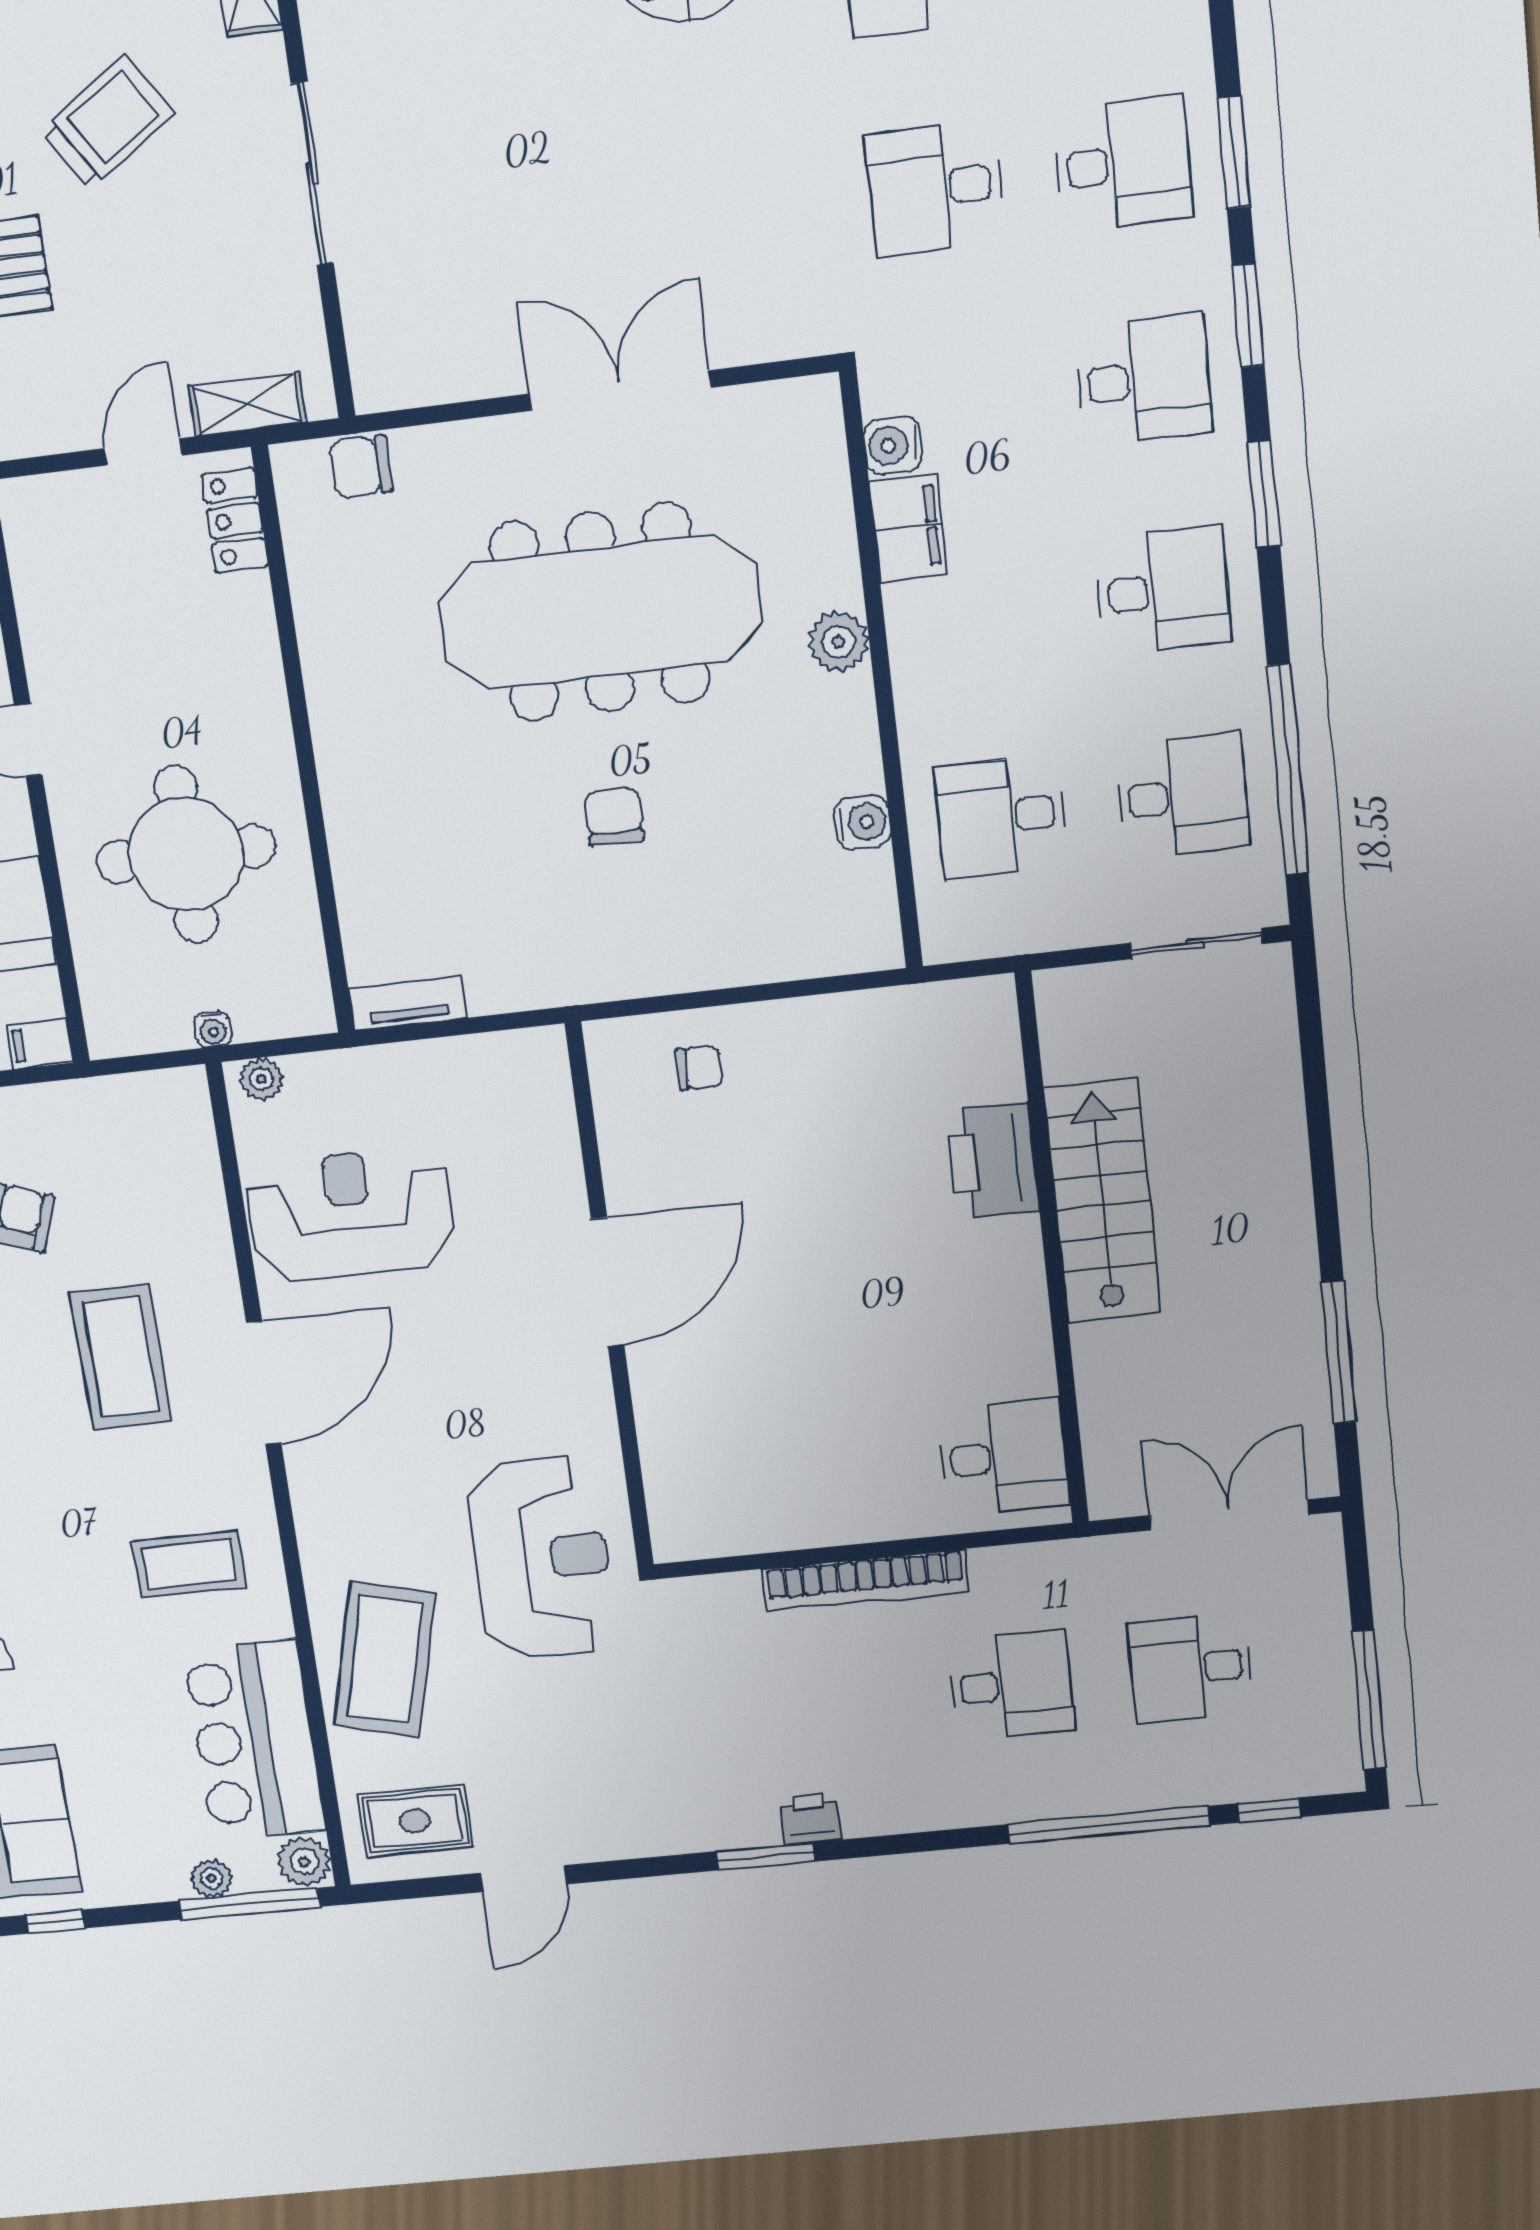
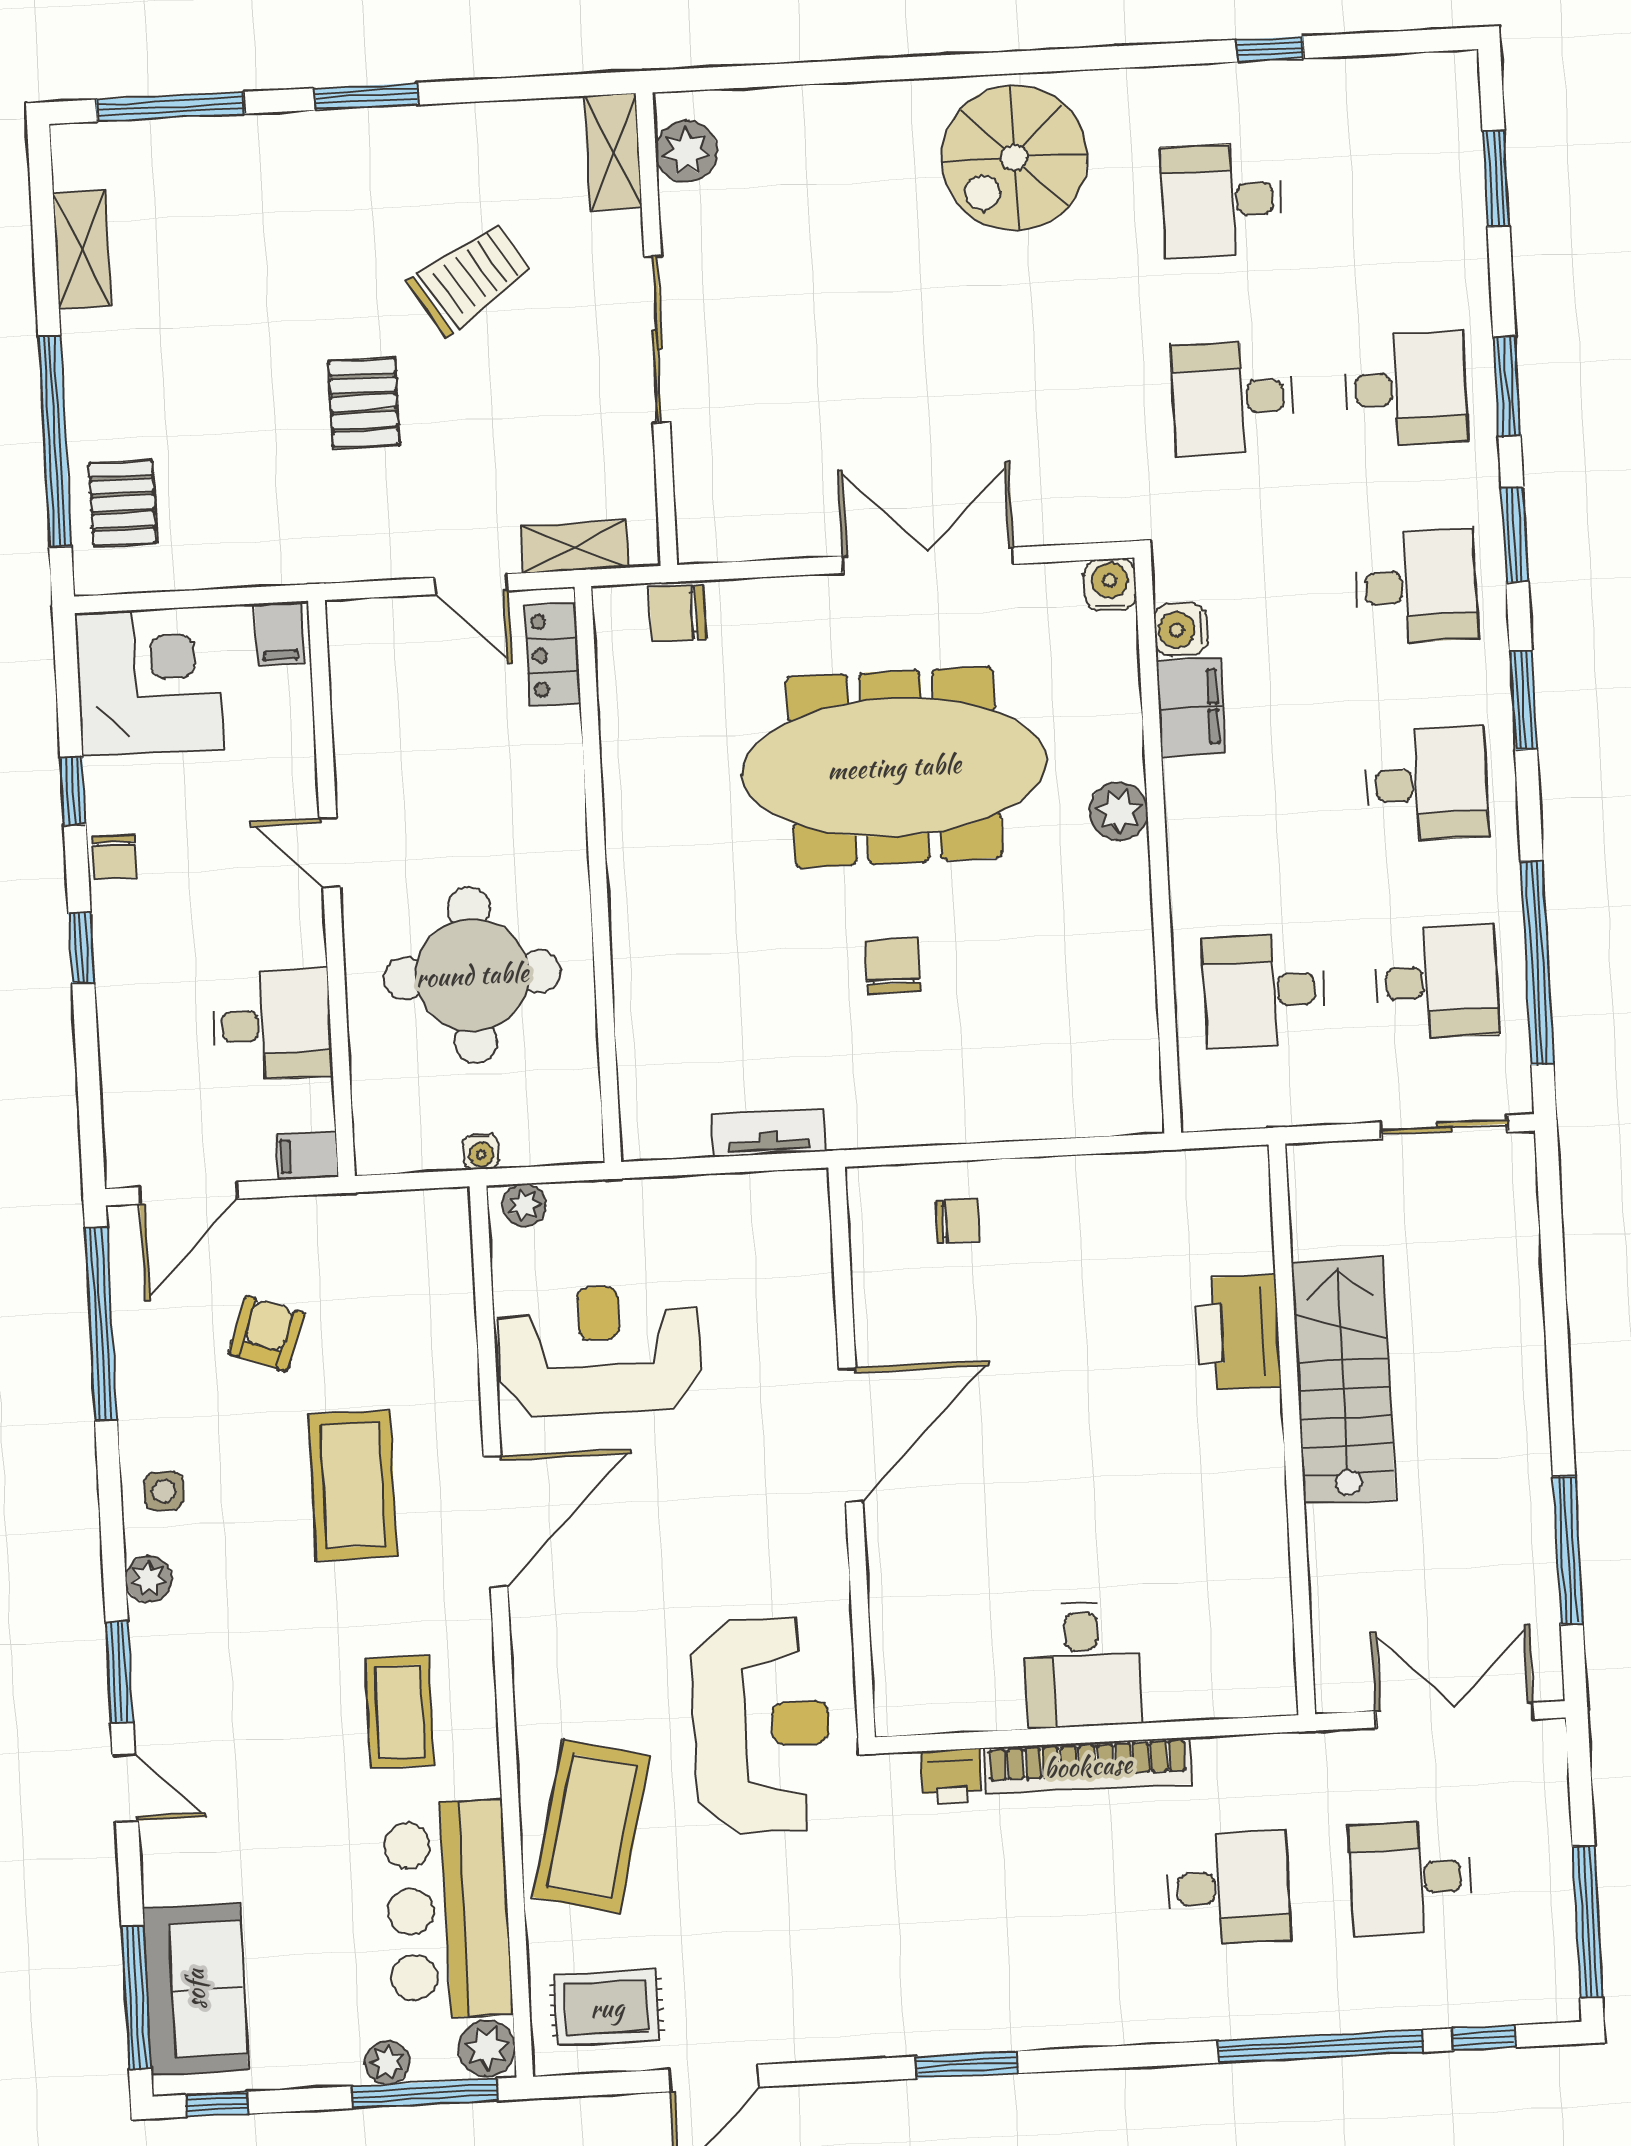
door: (143, 452) -> (471, 584), swing flipped
water cooler: (863, 822) -> (1110, 585), moved, turned -90
tv unit: (408, 1003) -> (769, 1133), moved
desk: (1003, 1457) -> (1082, 1665), moved, turned 90
coffee table: (189, 1564) -> (400, 1712), turned 90
printer: (811, 1819) -> (951, 1776), moved, turned 180

